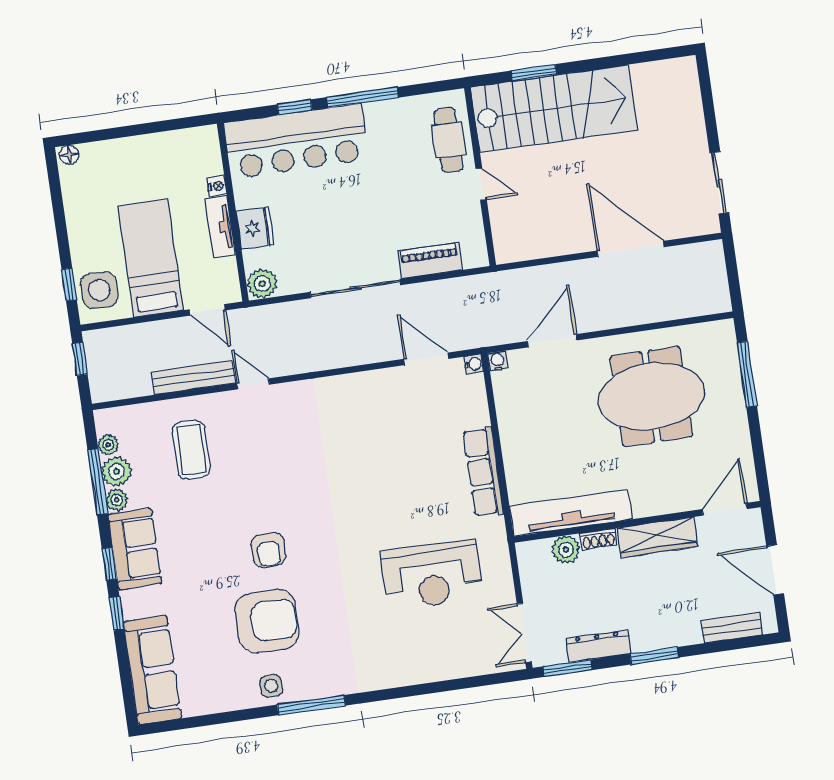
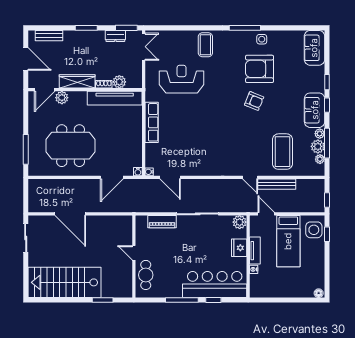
stairs: (554, 109) -> (65, 282), moved
coffee table: (191, 450) -> (282, 152), width x1.36, depth x1.32
plant: (685, 497) -> (62, 98), added
armchair: (268, 550) -> (254, 101), turned 112
dresser: (598, 646) -> (115, 36), width x0.70
coffee table: (391, 656) -> (205, 45), added
sofa: (152, 670) -> (314, 48), width x0.73

